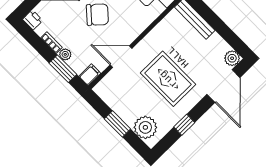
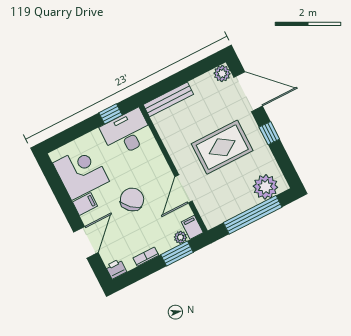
plant: (65, 54) -> (180, 237), moved
window: (117, 124) -> (253, 215), width x2.11
window: (184, 125) -> (269, 133), moved

